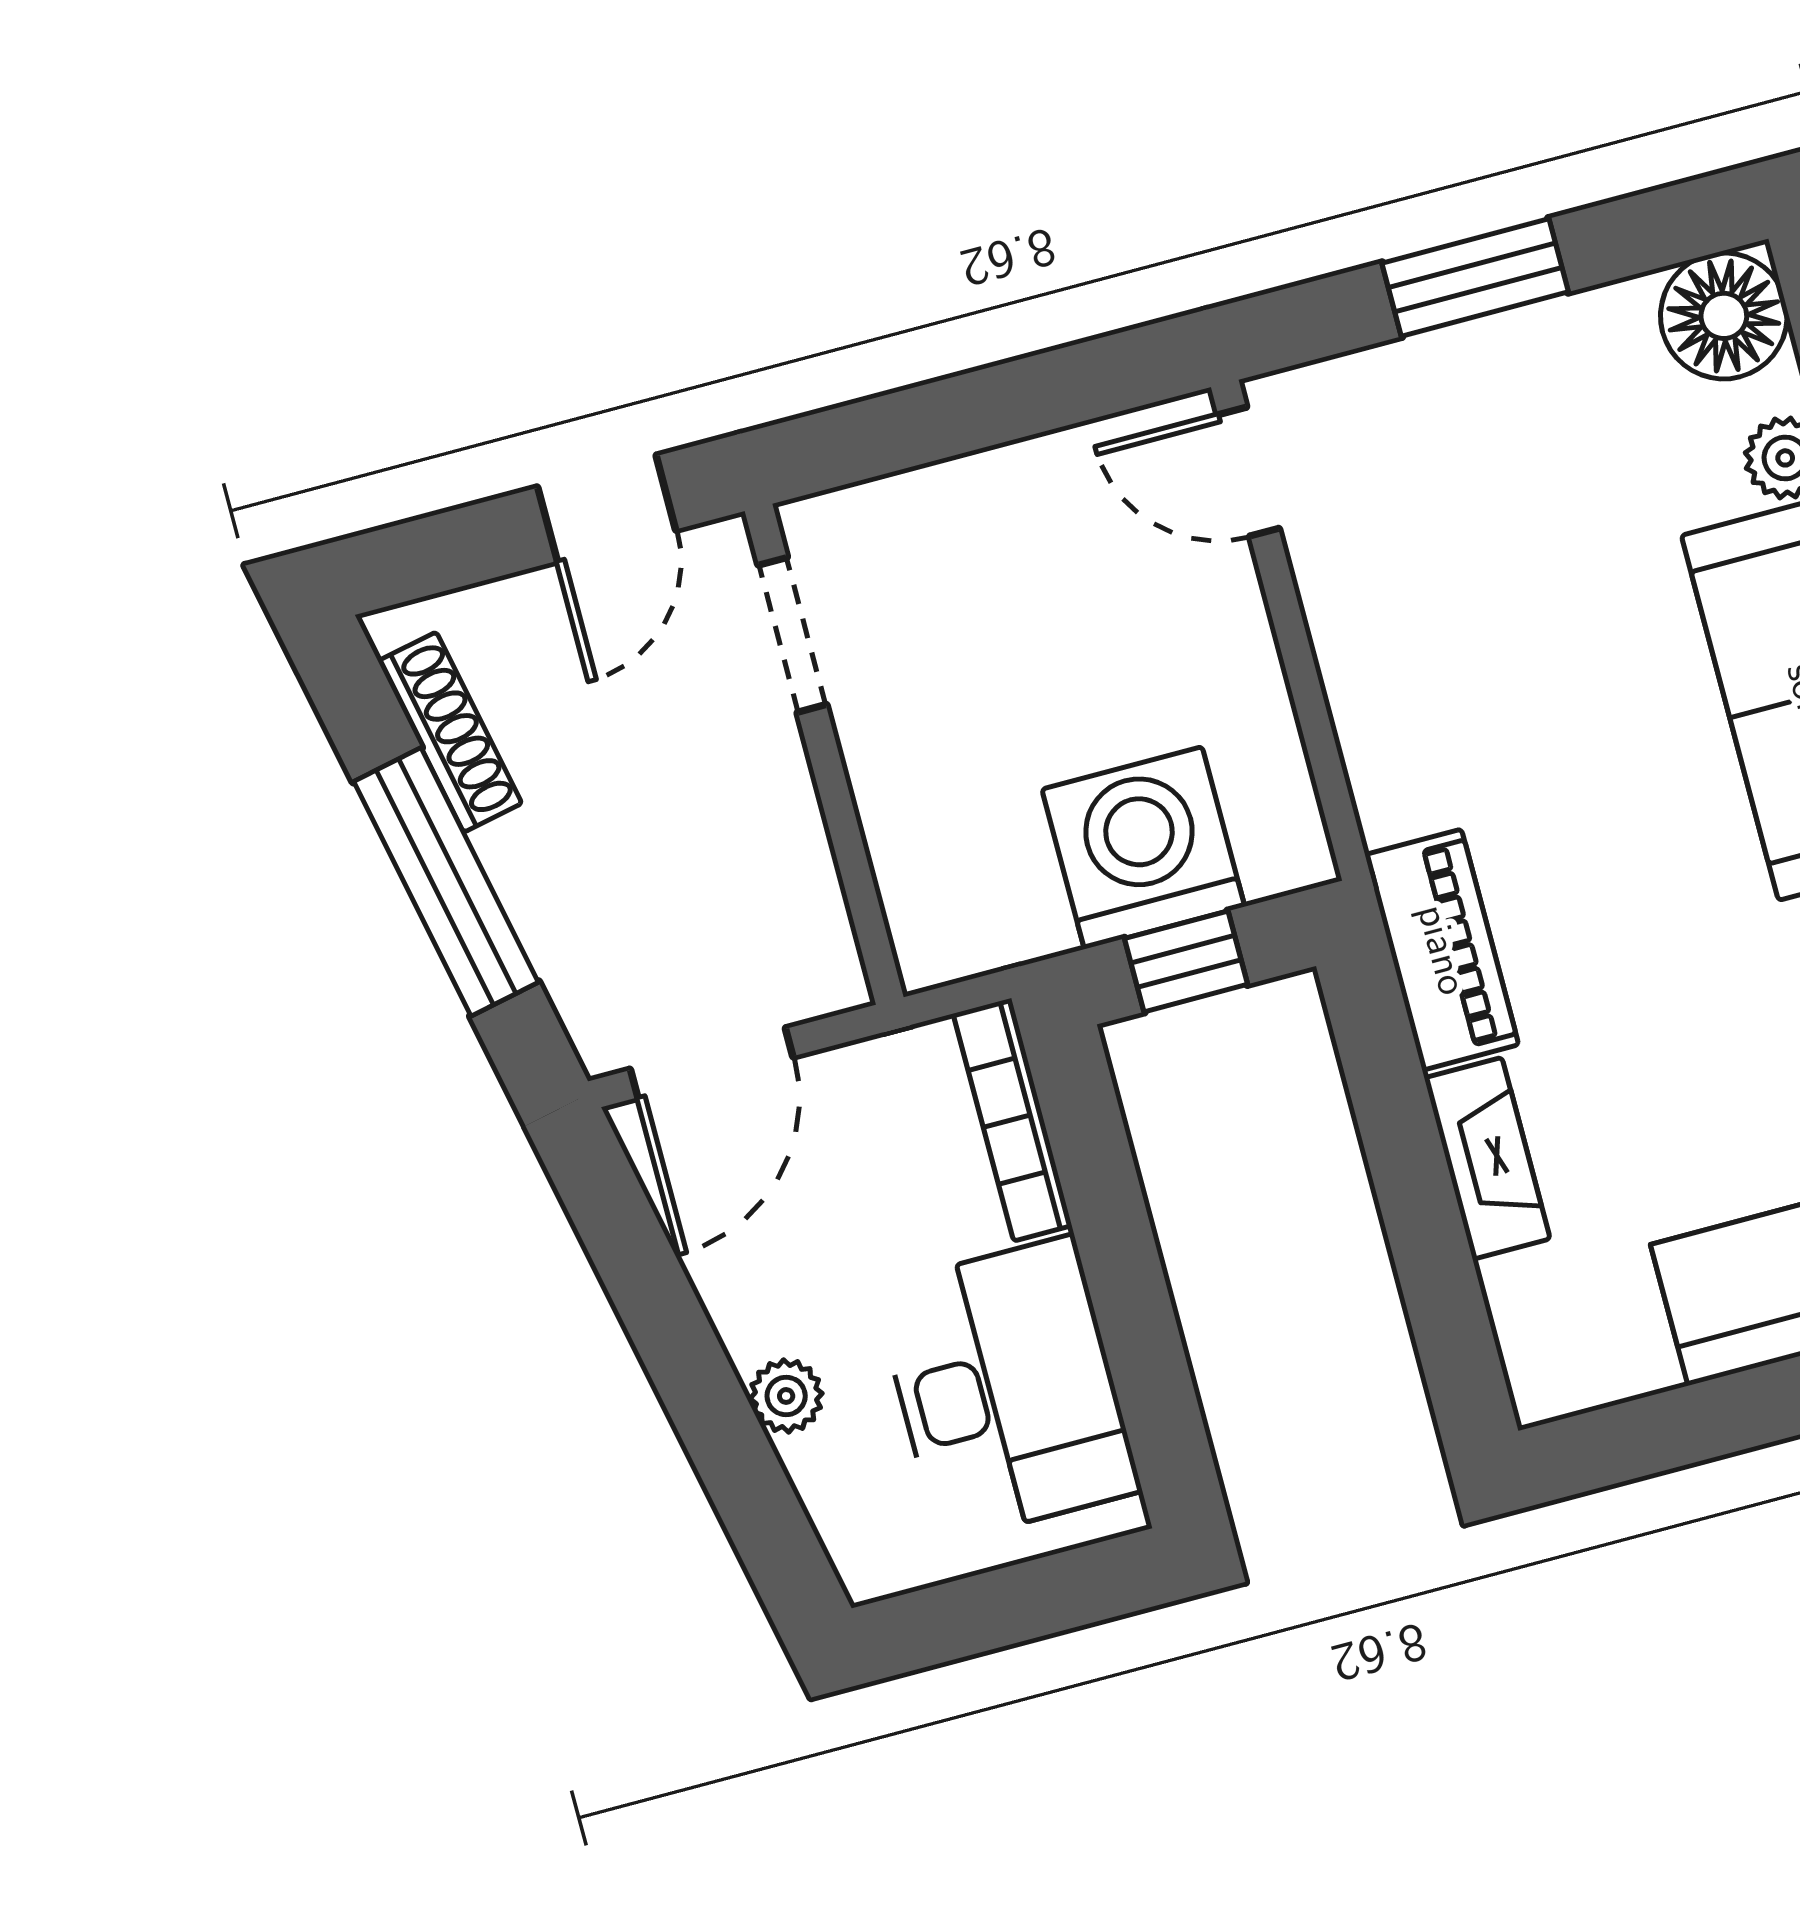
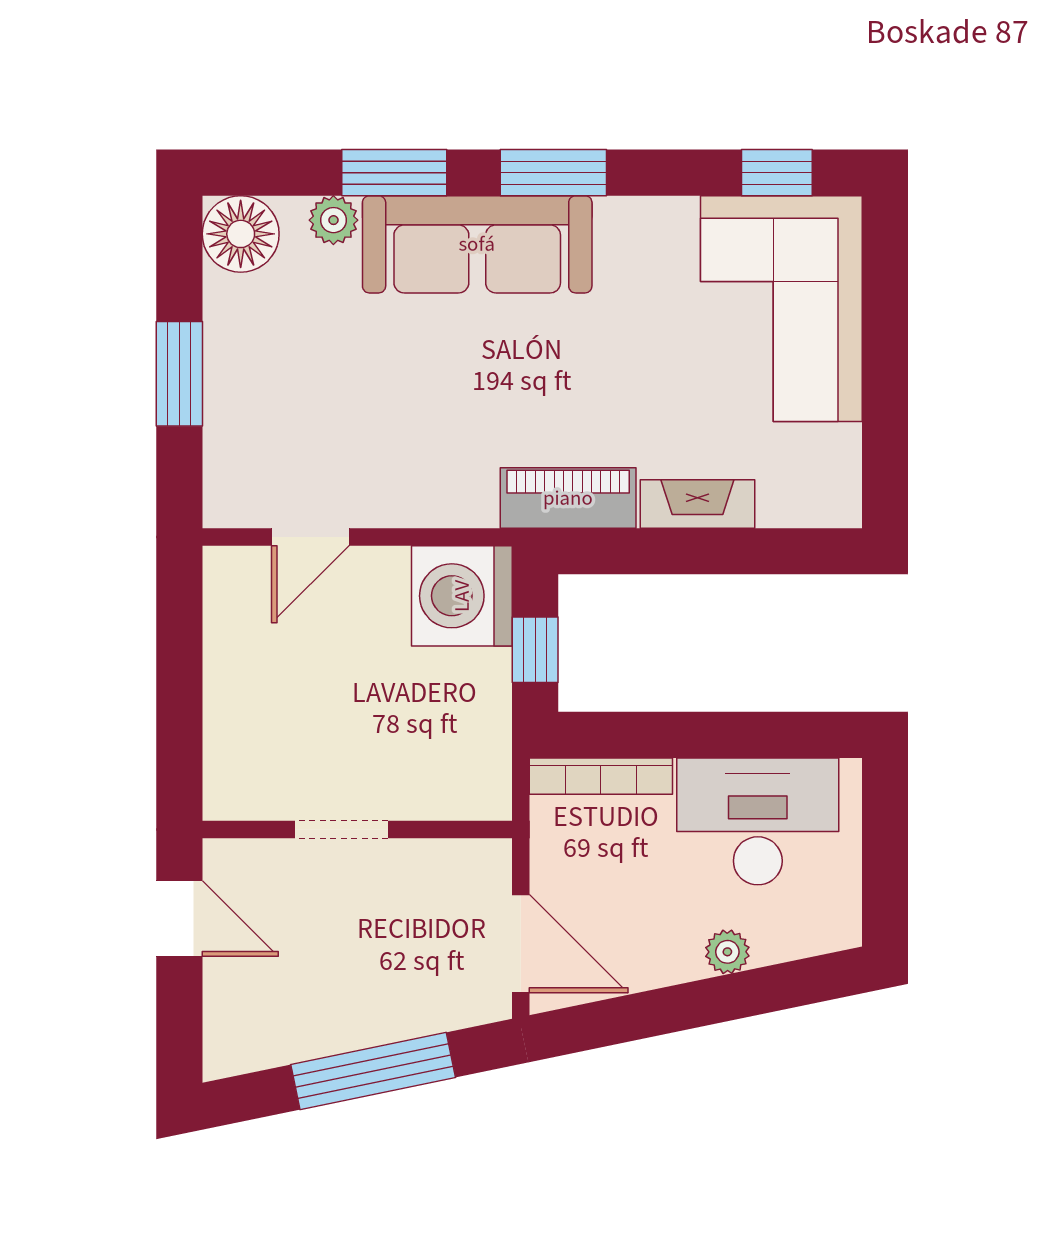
door: (1248, 472) -> (310, 537), moved
doorway: (792, 635) -> (342, 829), moved
shoe rack: (450, 732) -> (286, 1045), removed
washing machine: (1143, 848) -> (462, 596), moved

